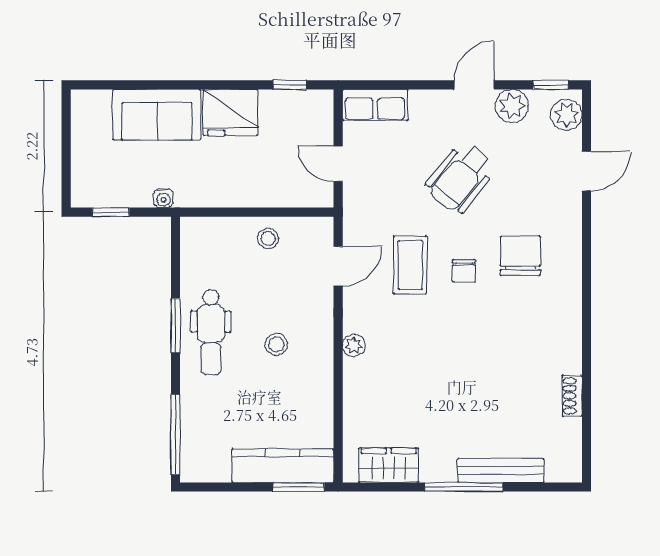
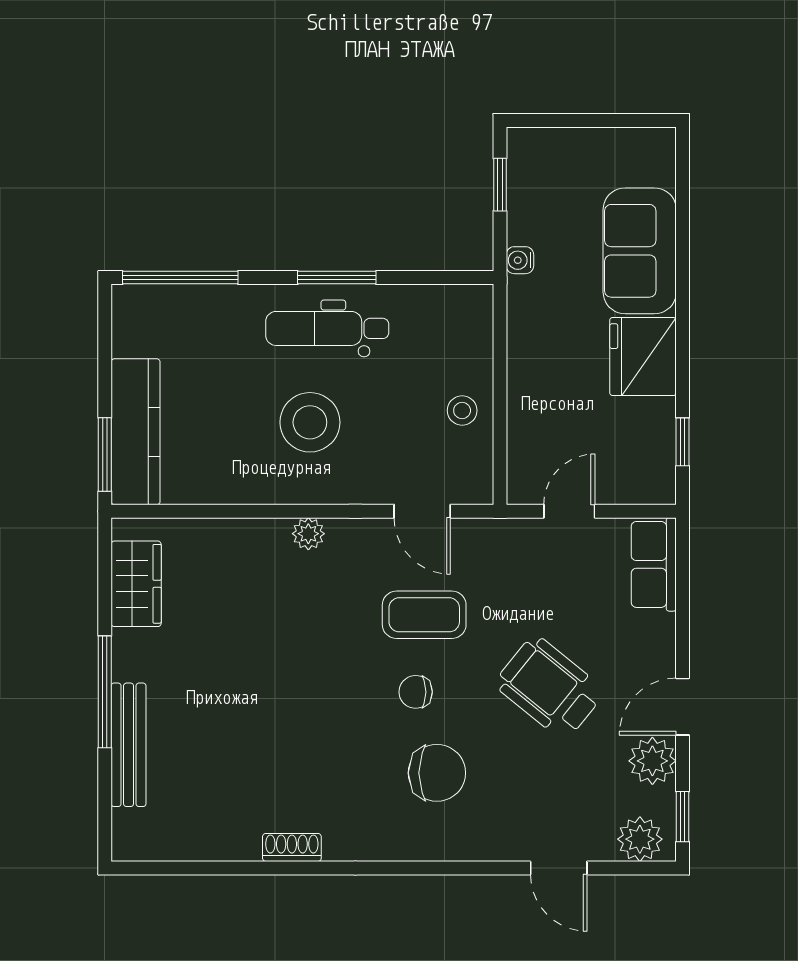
door: (474, 85) -> (683, 707), swing flipped
stool: (276, 344) -> (310, 422), width x1.89, depth x1.89
shoe rack: (572, 396) -> (292, 847), moved

